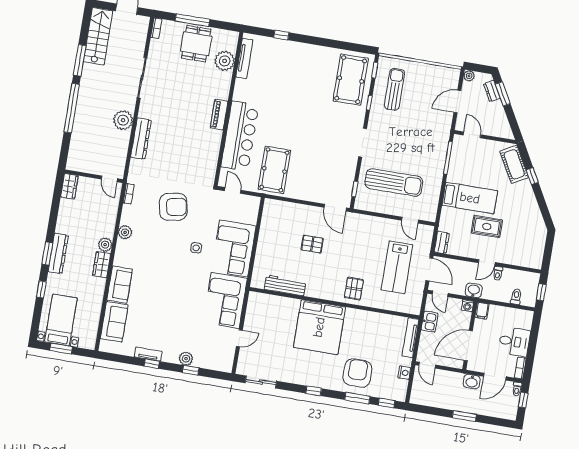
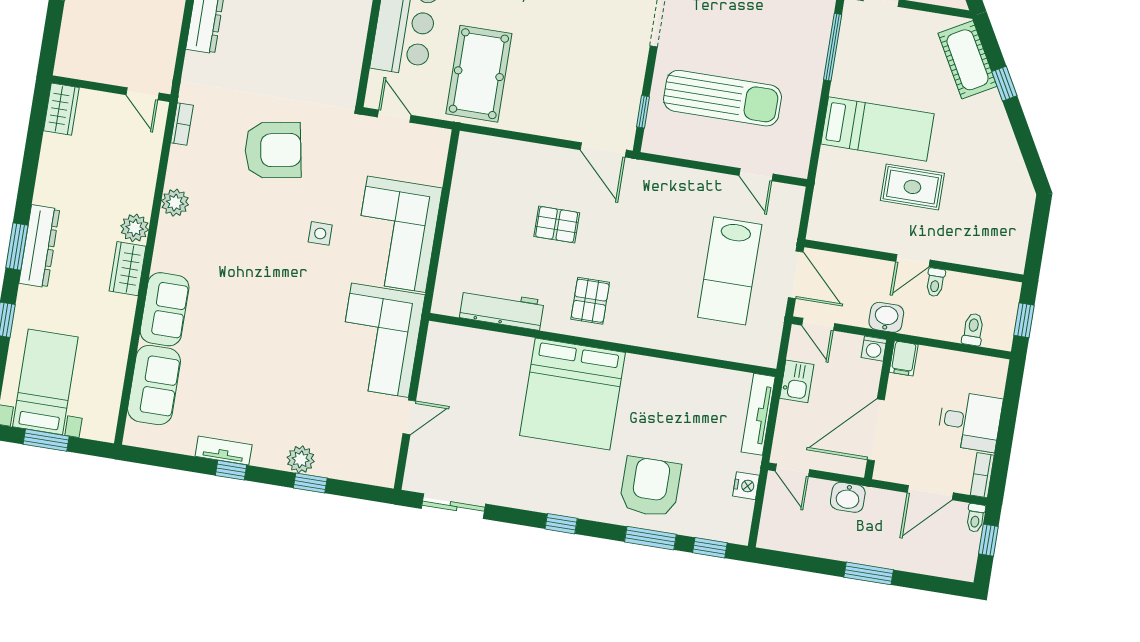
dresser: (442, 243) -> (821, 220), removed
pallet: (354, 289) -> (590, 301), moved
washbasin: (472, 382) -> (848, 497), moved

